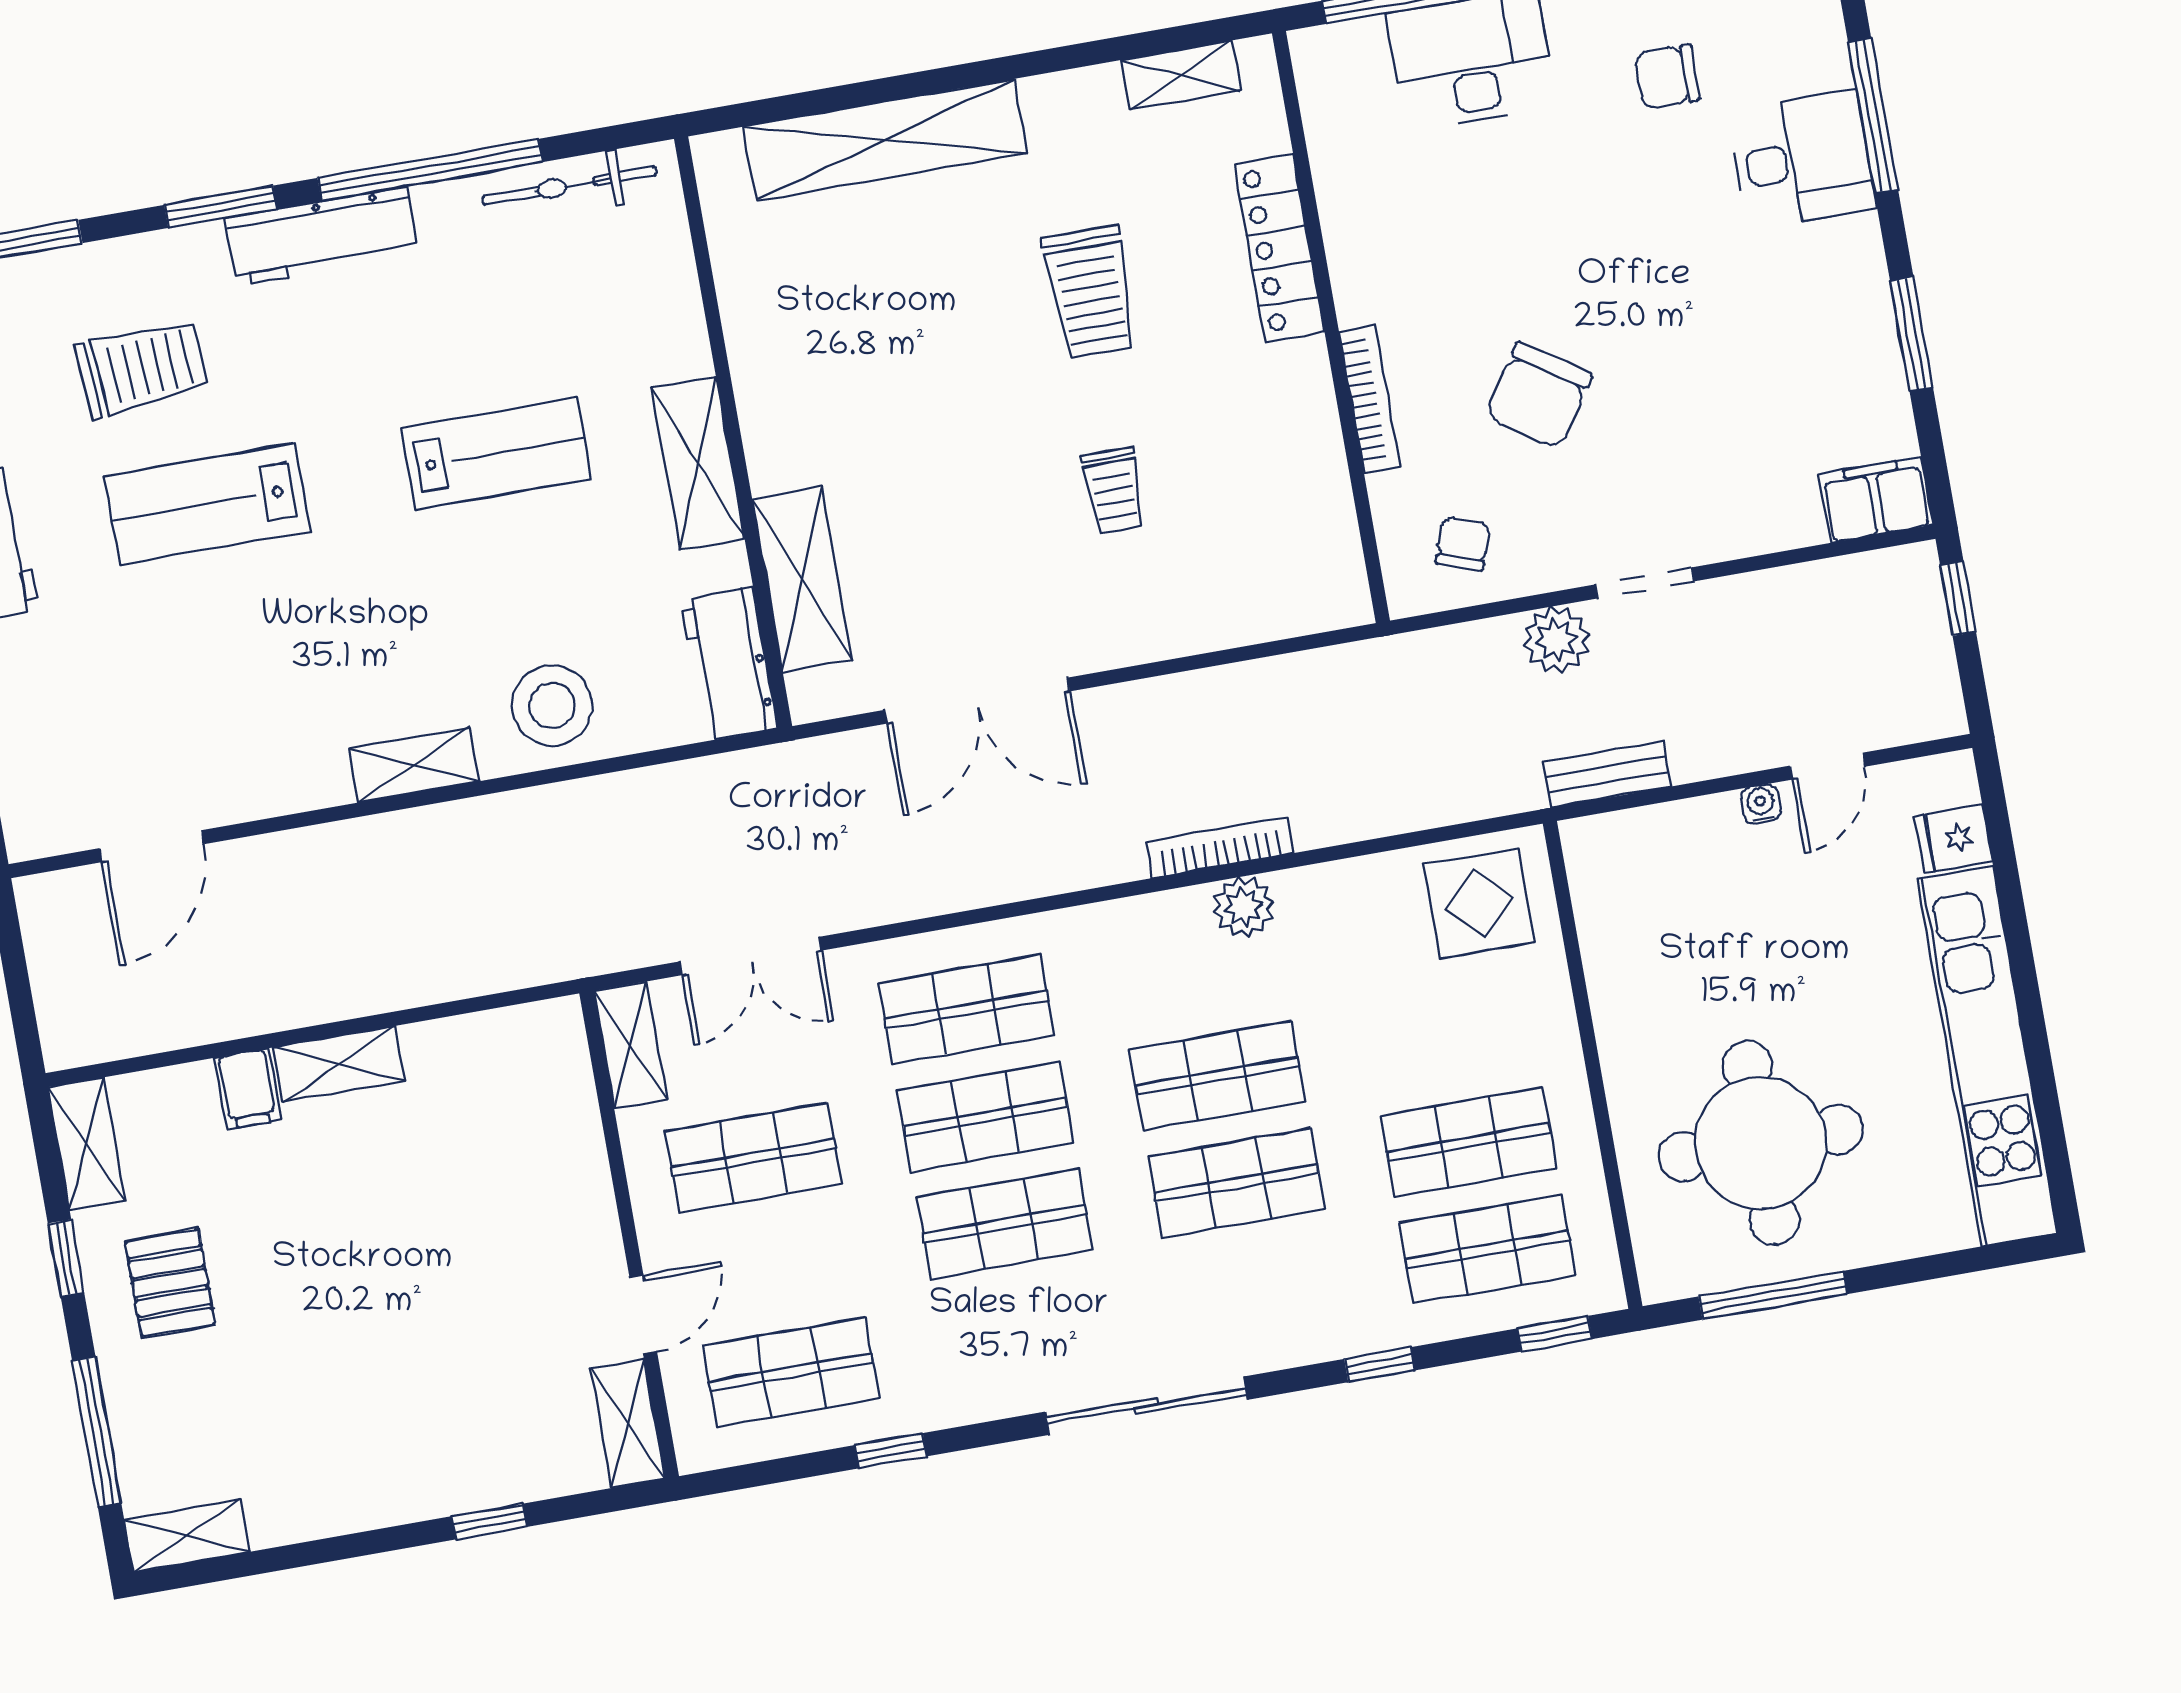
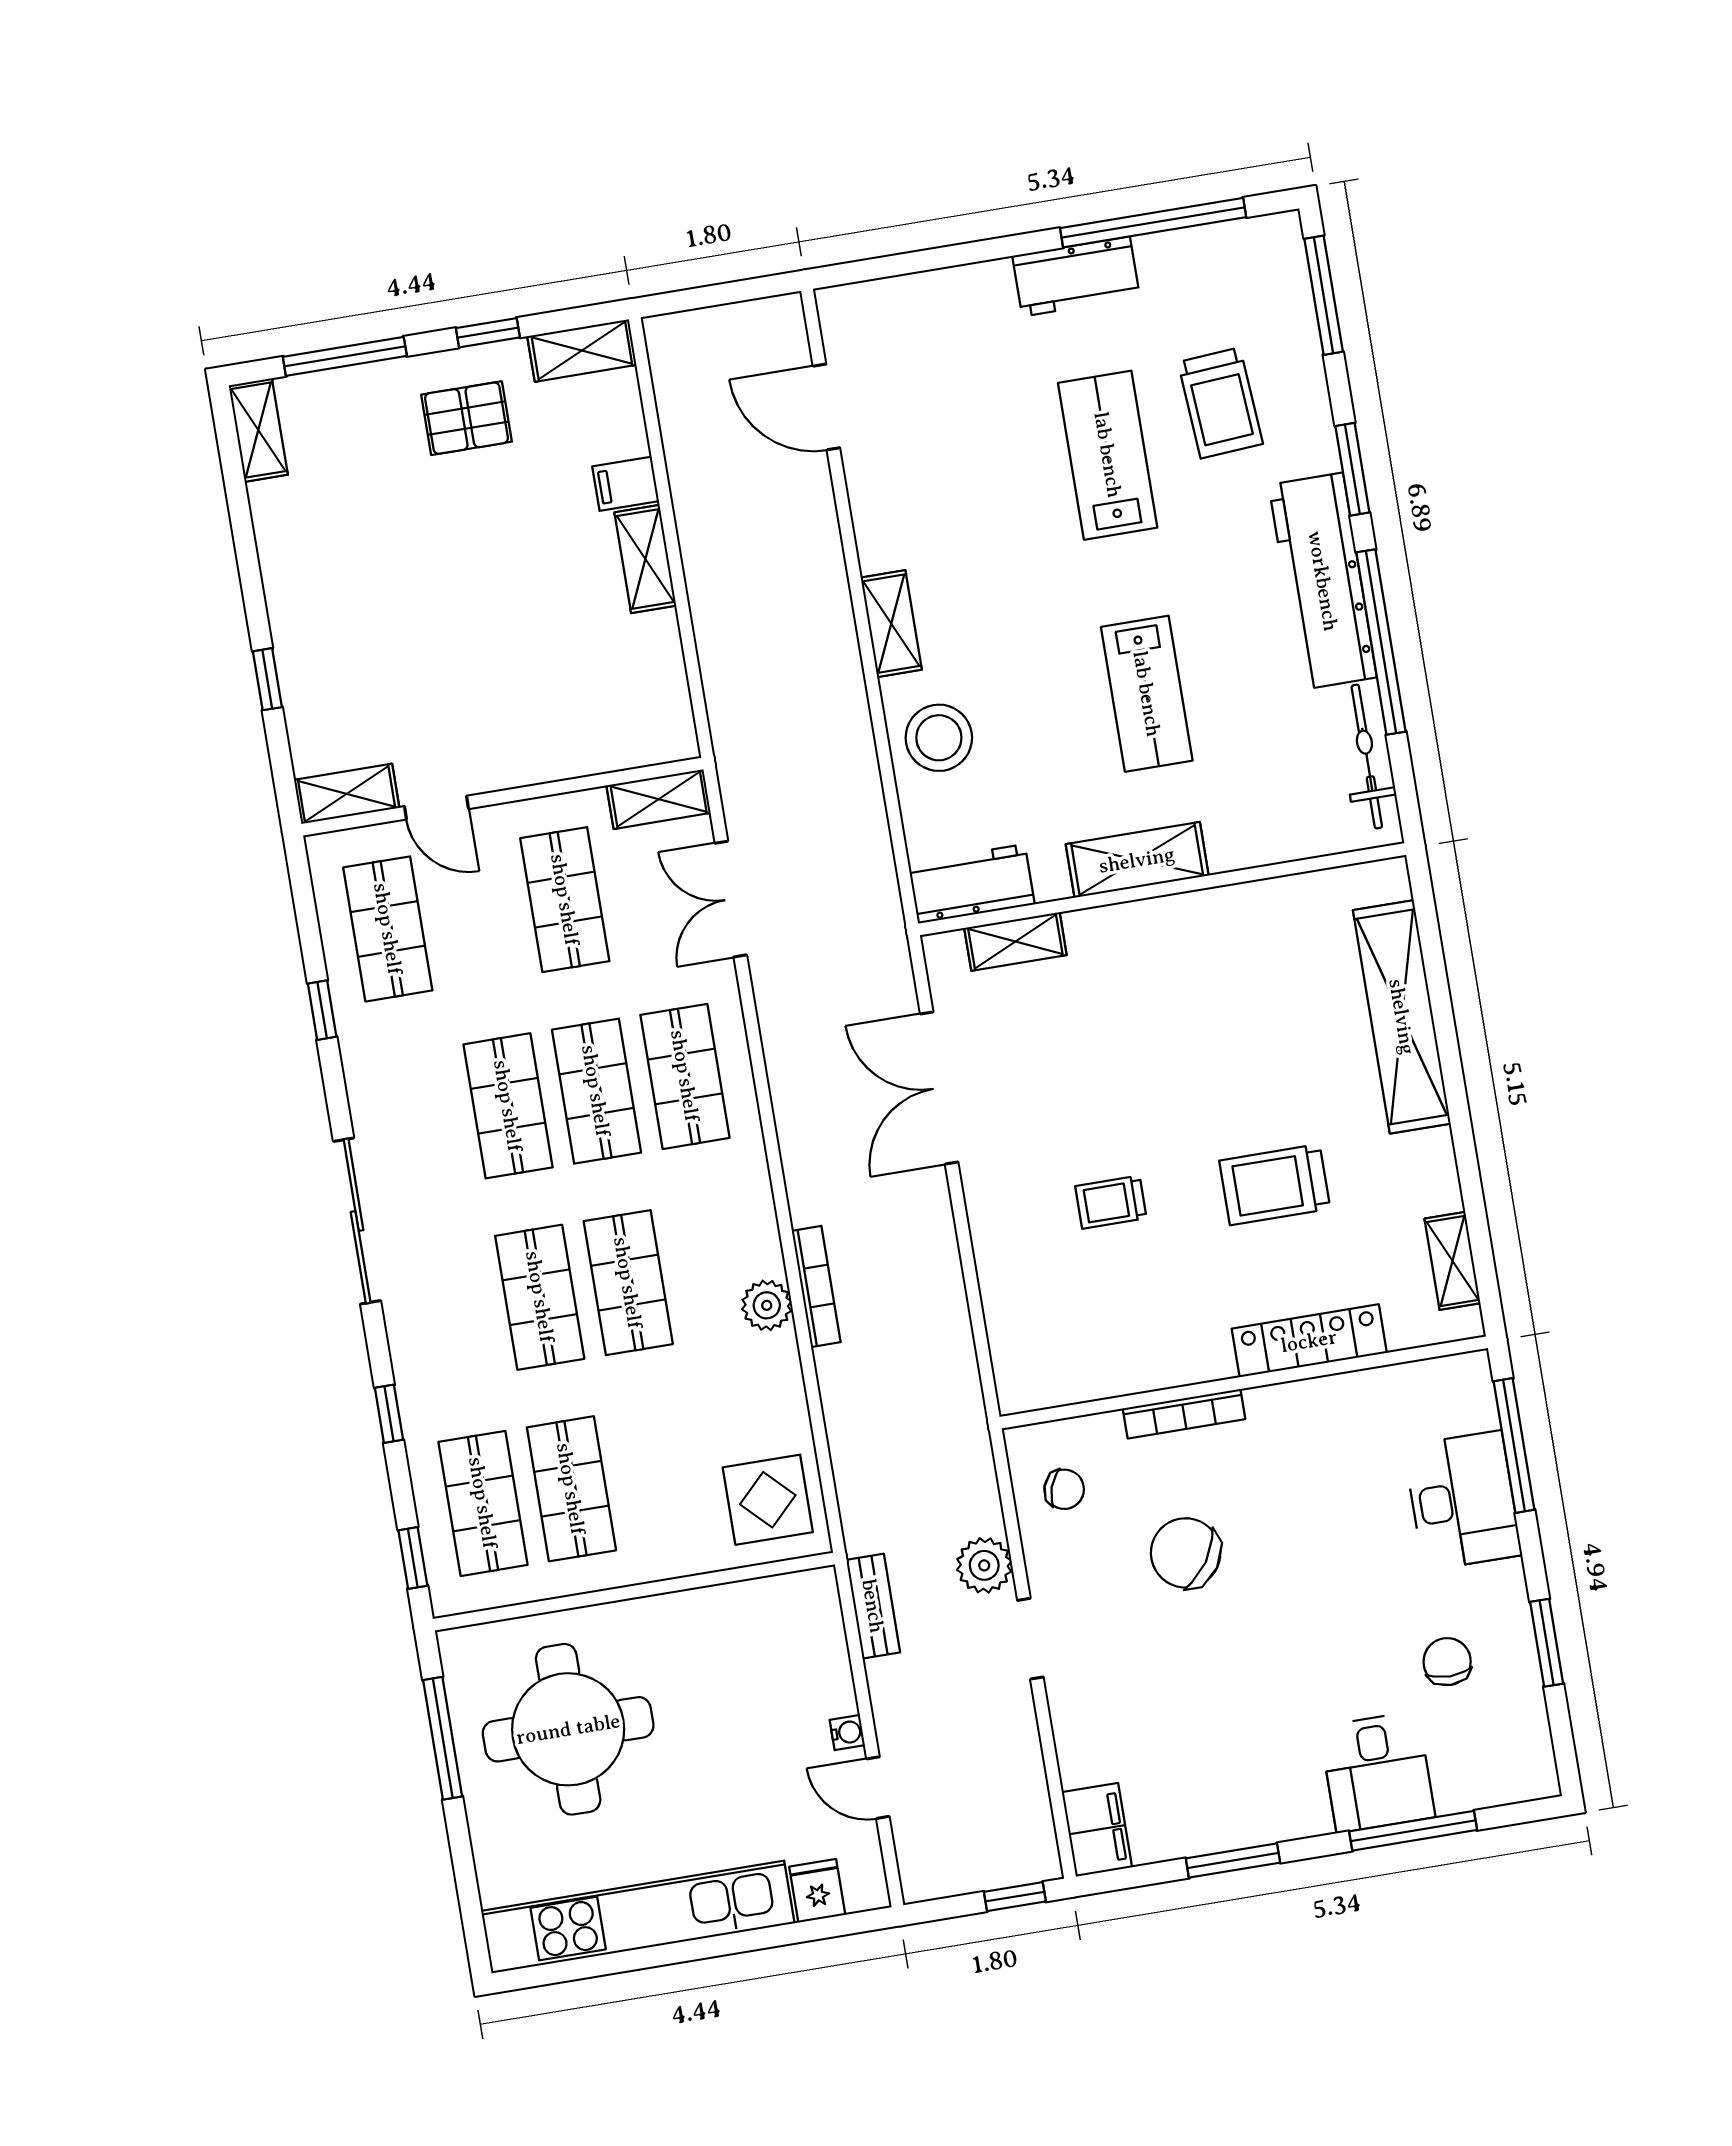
workbench: (322, 236) -> (1323, 581), width x1.36, depth x1.32
shelving: (802, 580) -> (1015, 941), width x0.67, depth x0.75

